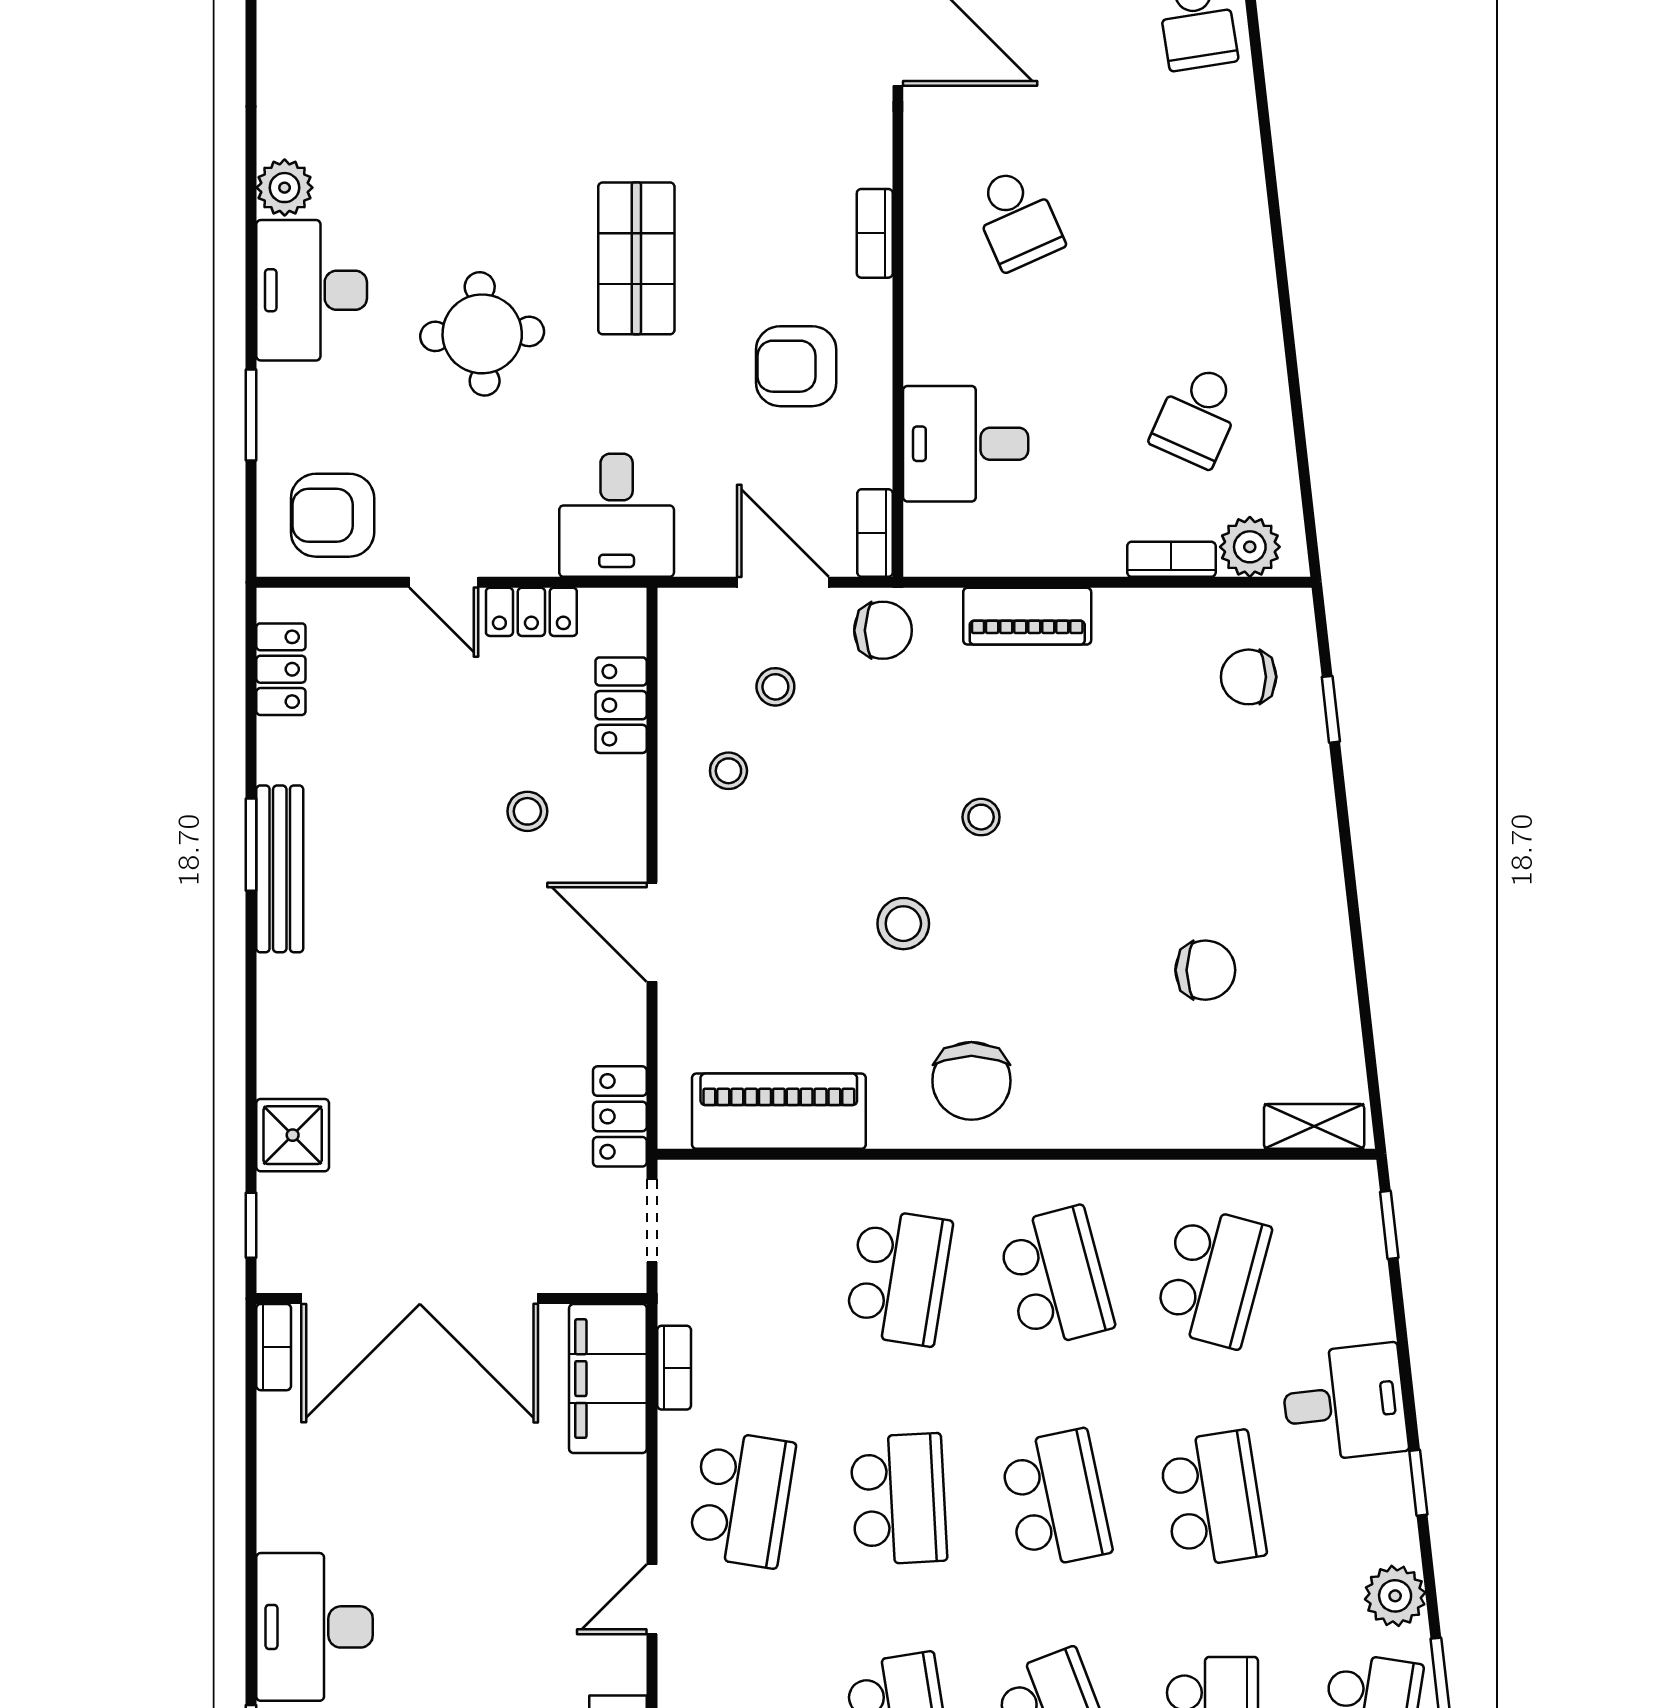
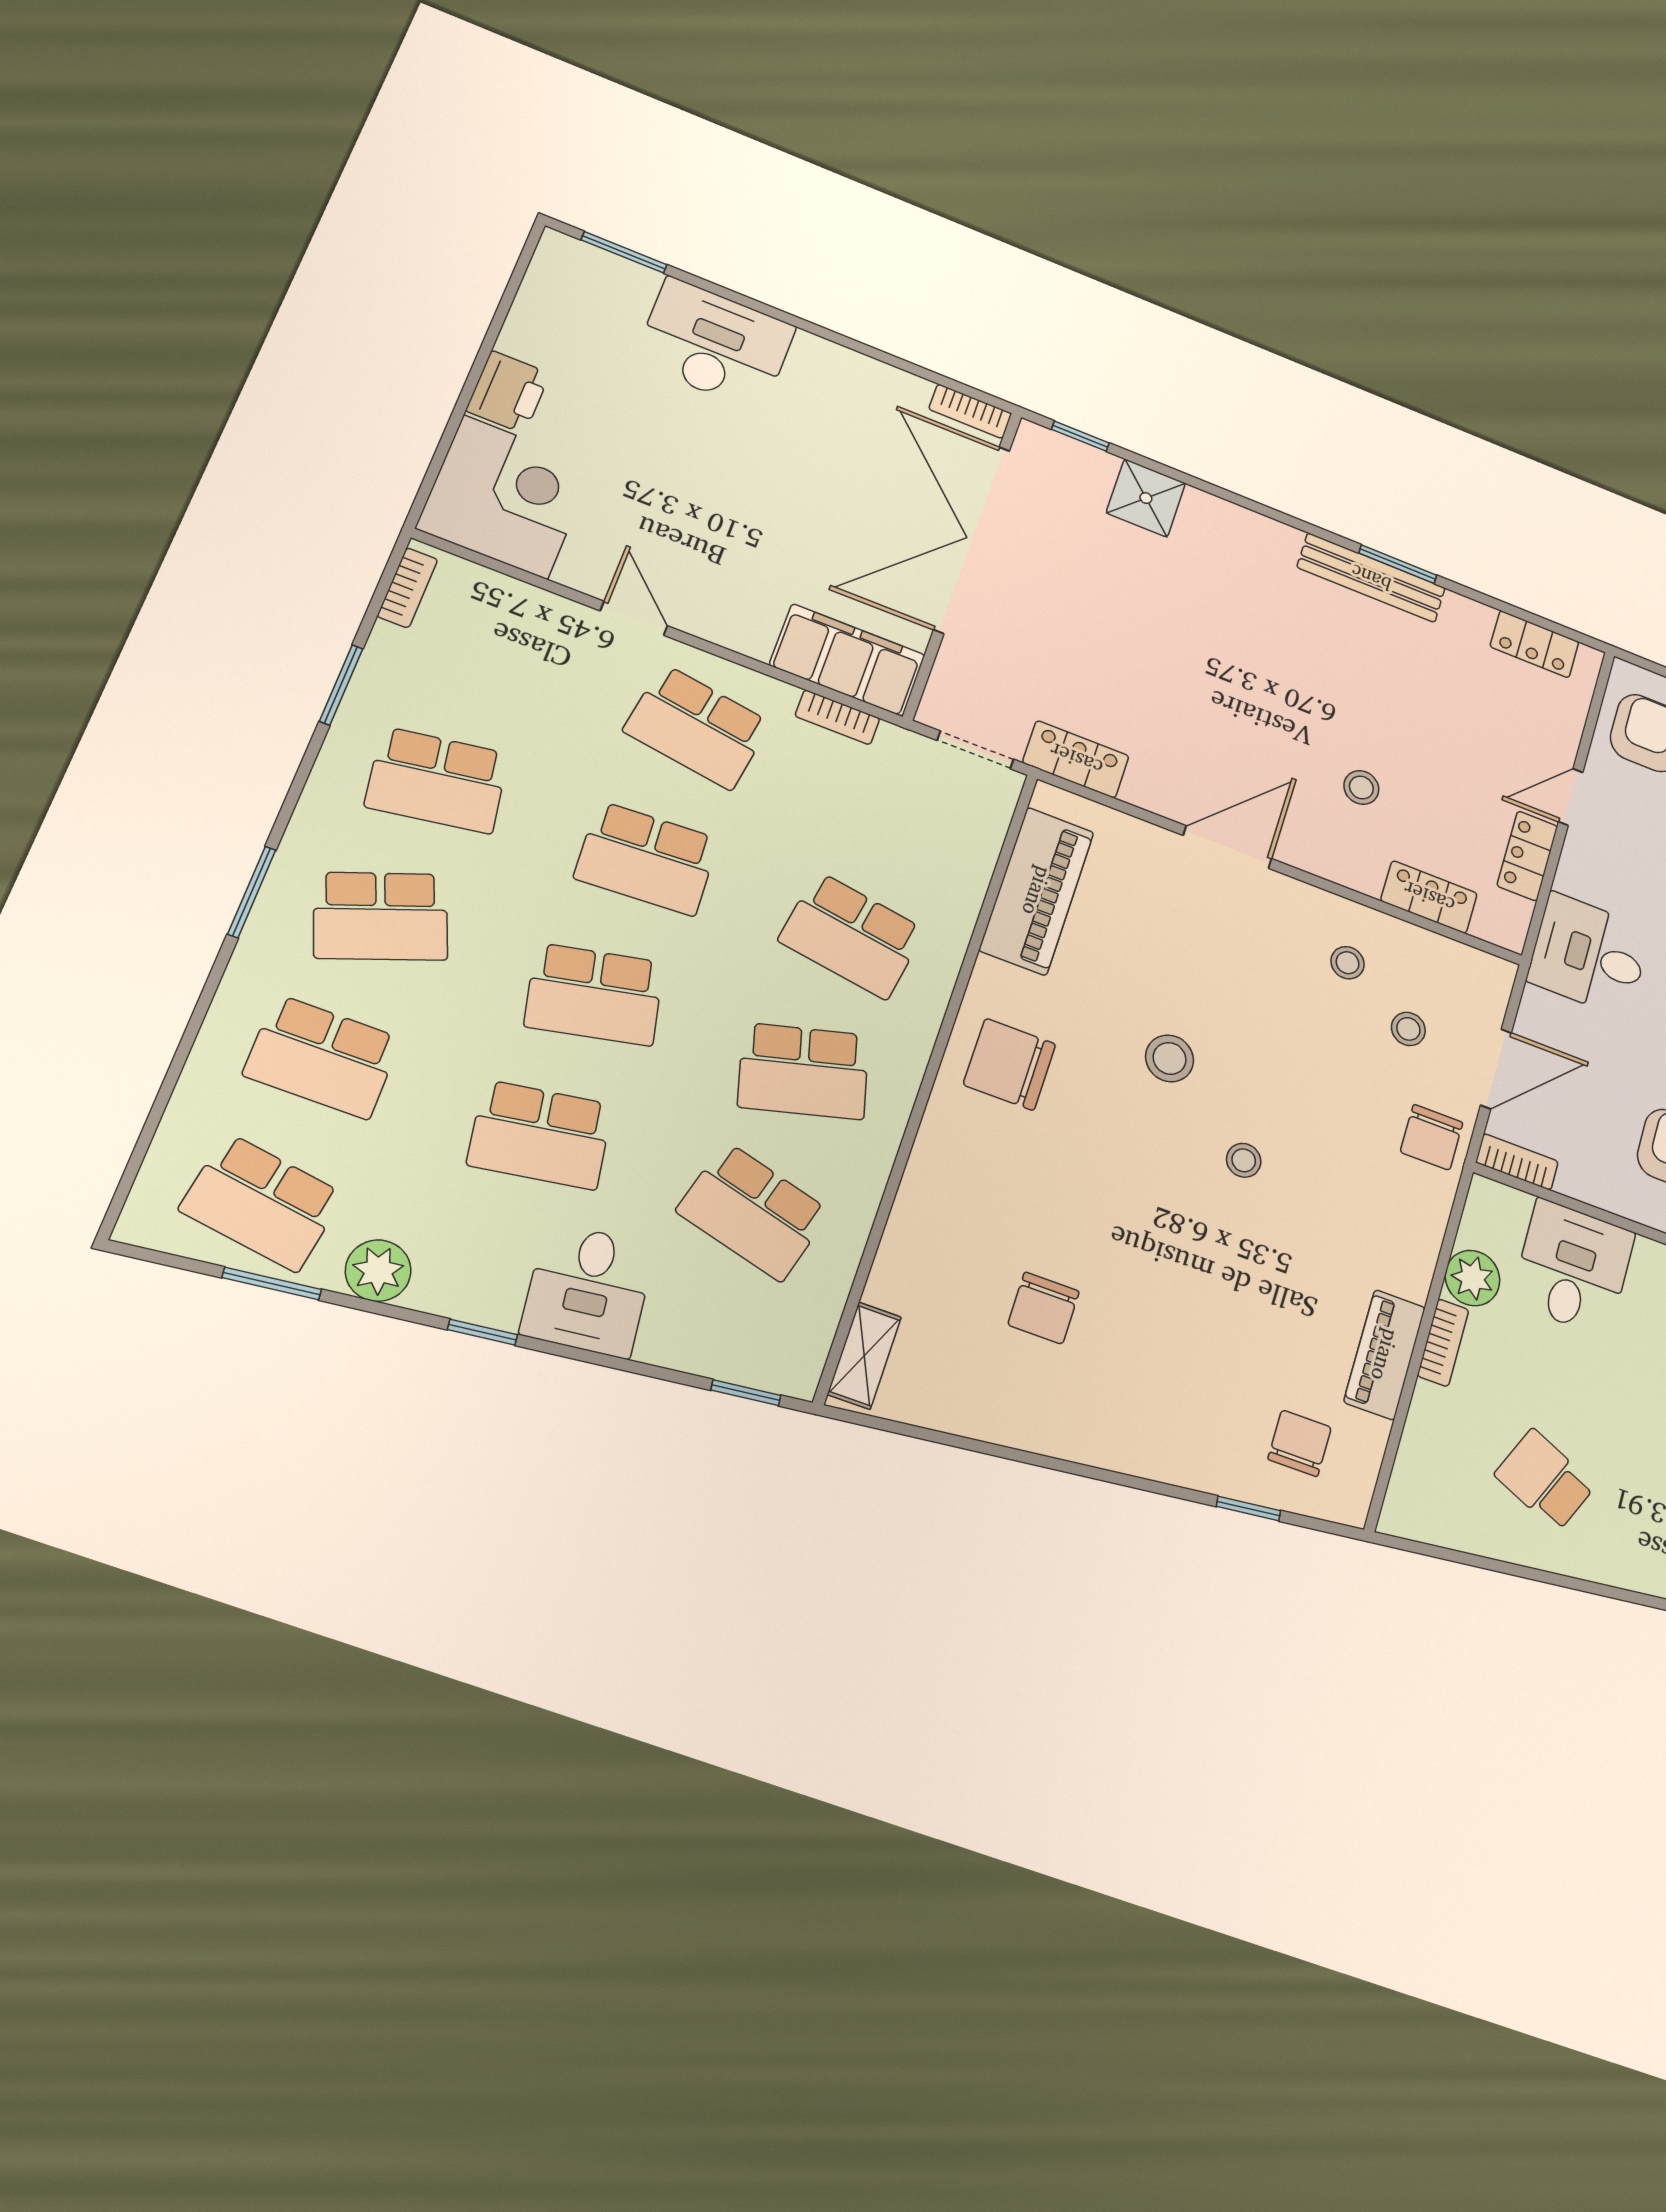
plant: (1250, 547) -> (1473, 1278), moved
bookcase: (1171, 559) -> (1443, 1343), moved
piano: (1027, 616) -> (1385, 1355), moved

